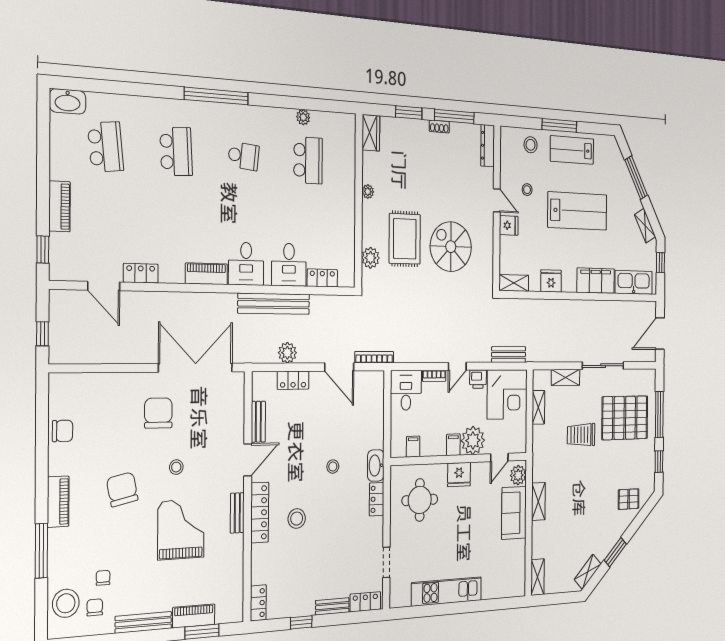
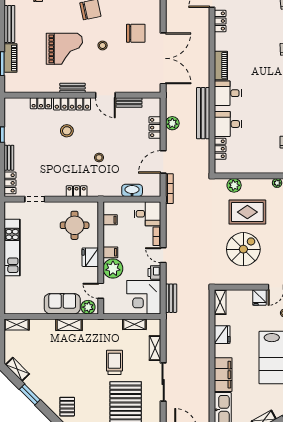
washbasin: (376, 465) -> (132, 190), moved
locker: (258, 603) -> (41, 103), moved

